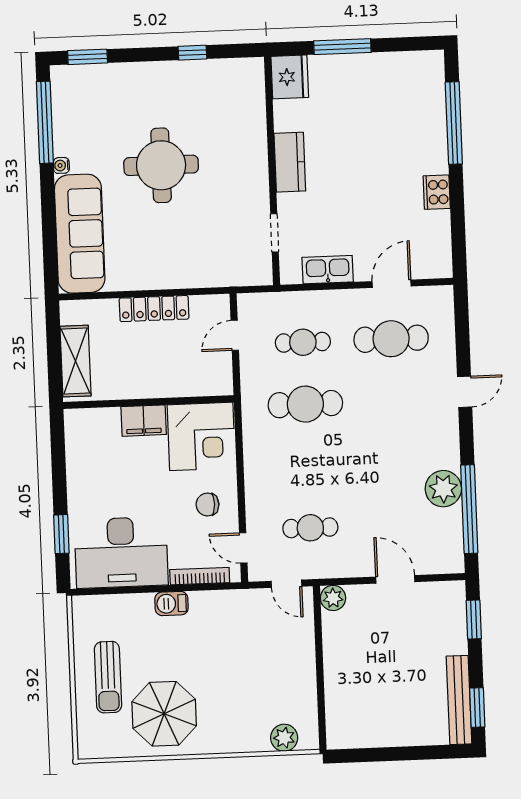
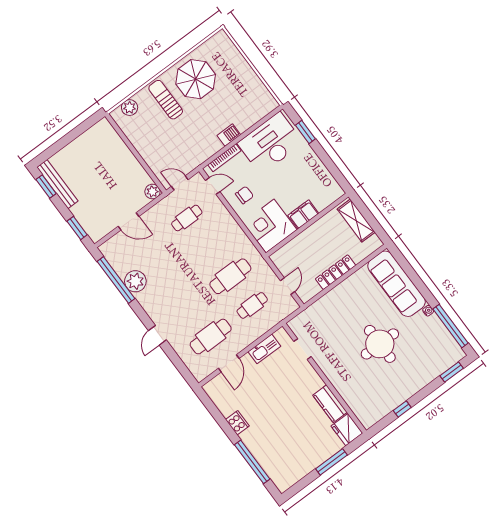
kitchen counter: (290, 162) -> (330, 404), moved
sun lounger: (108, 677) -> (166, 100), moved

